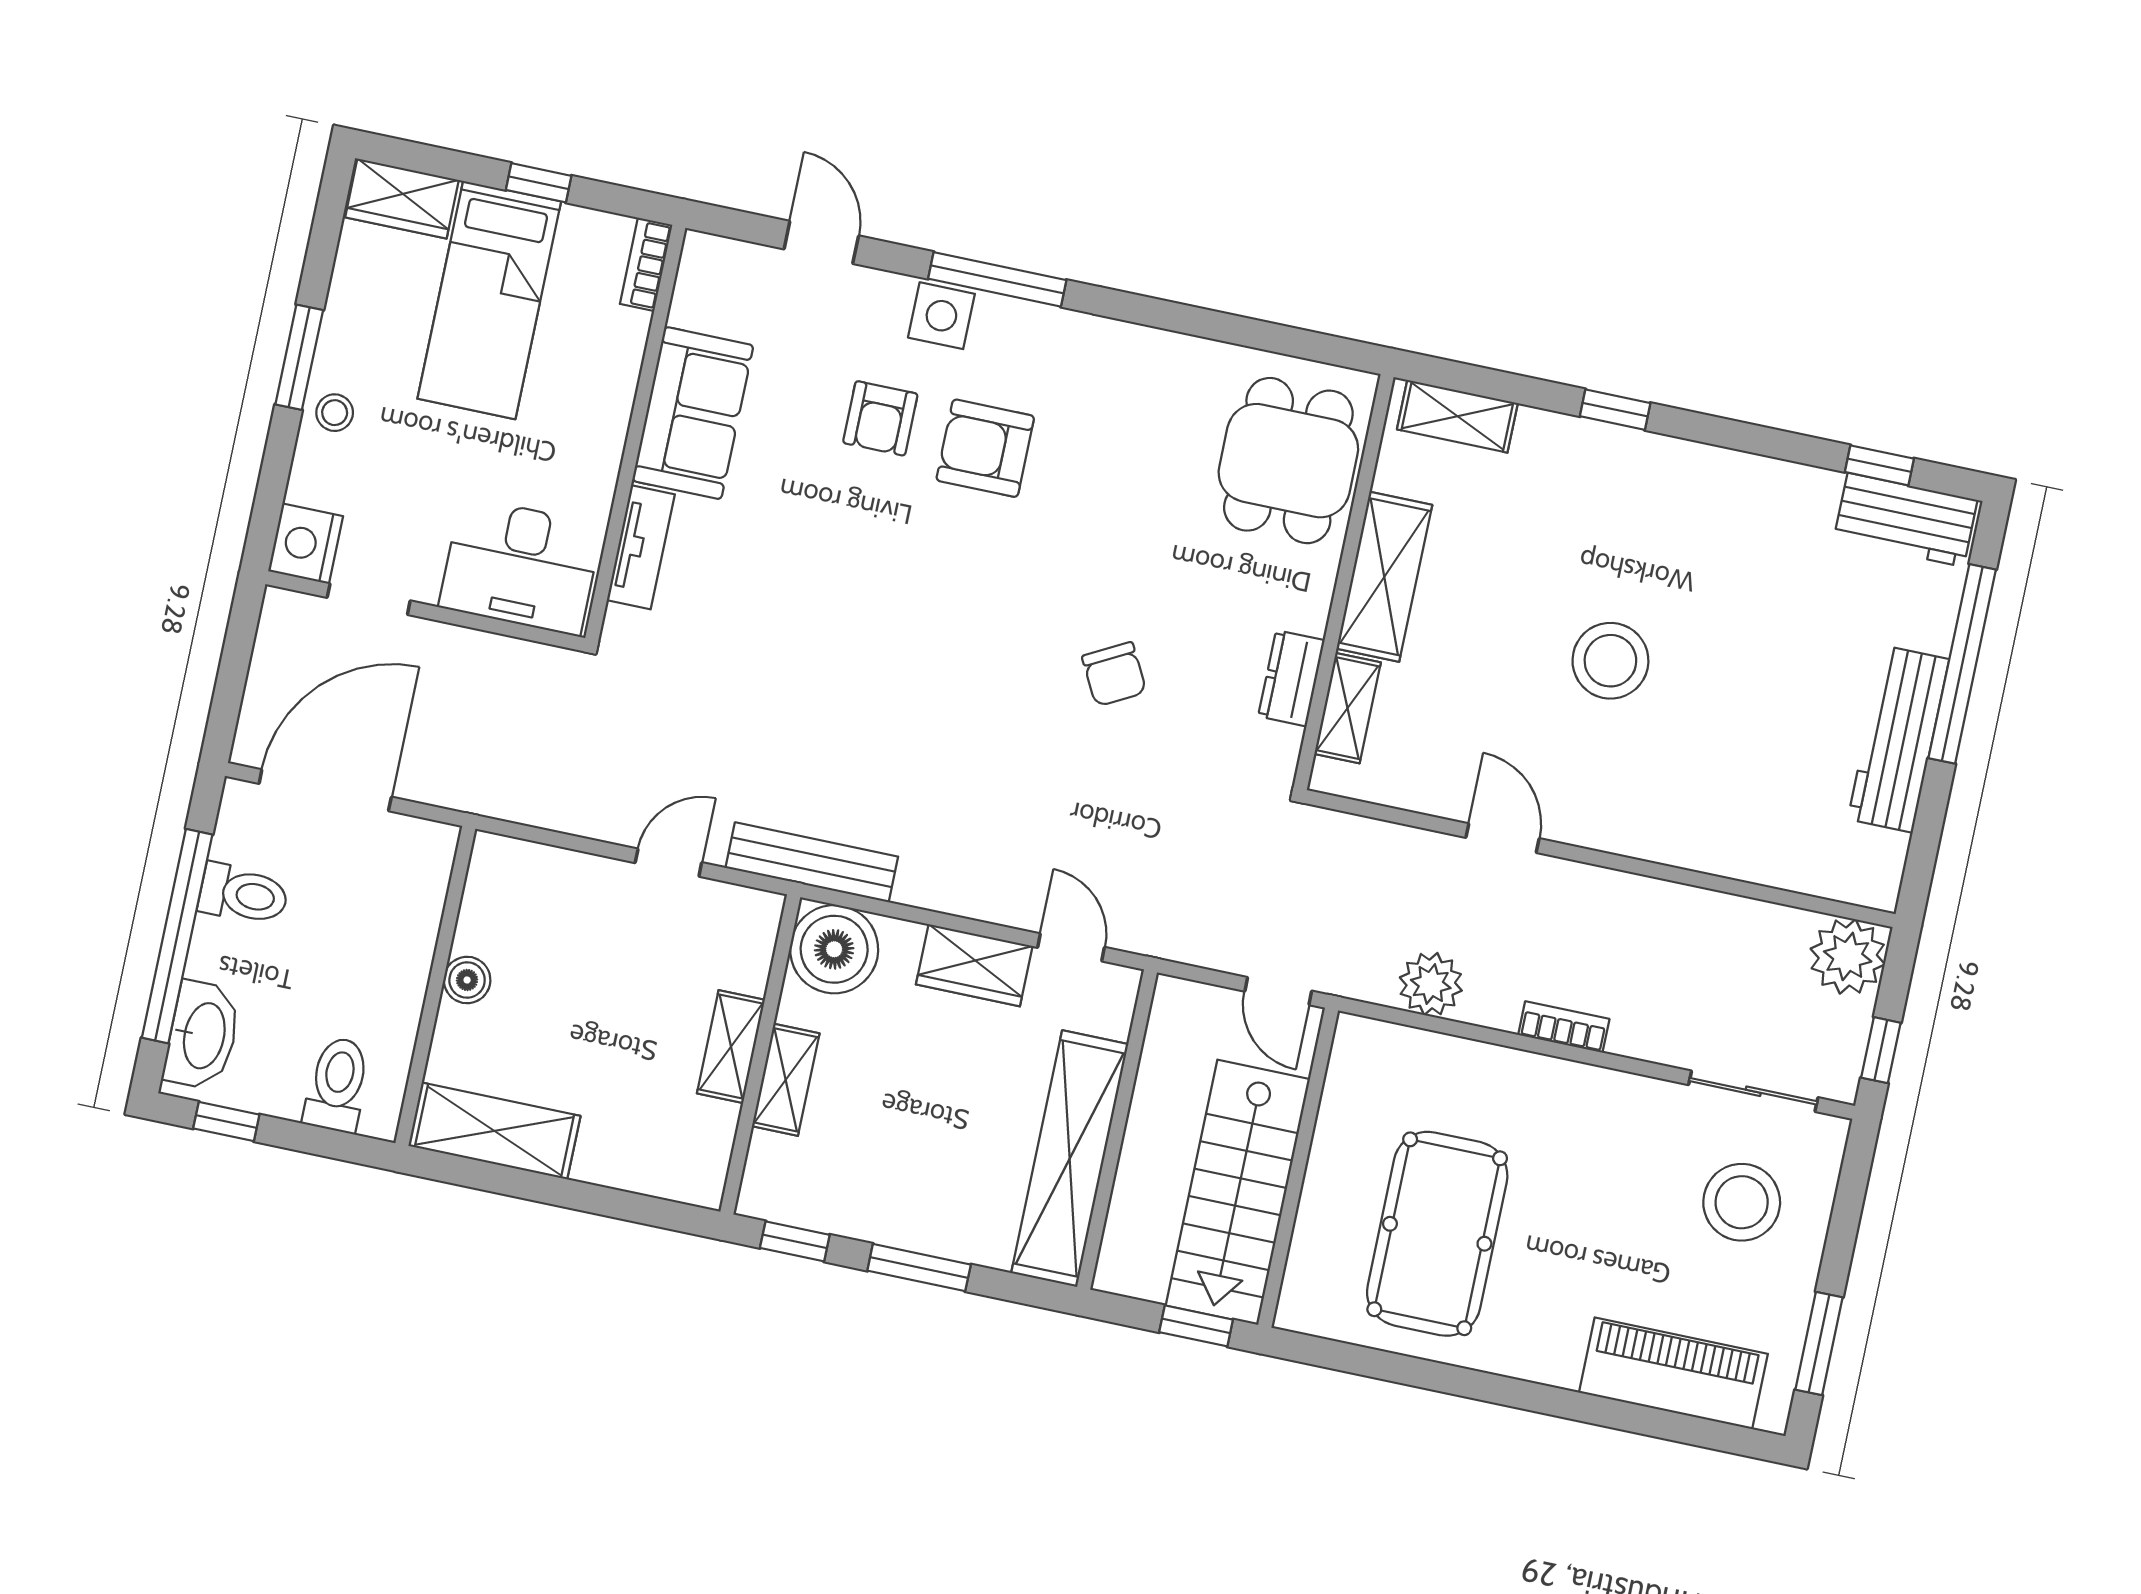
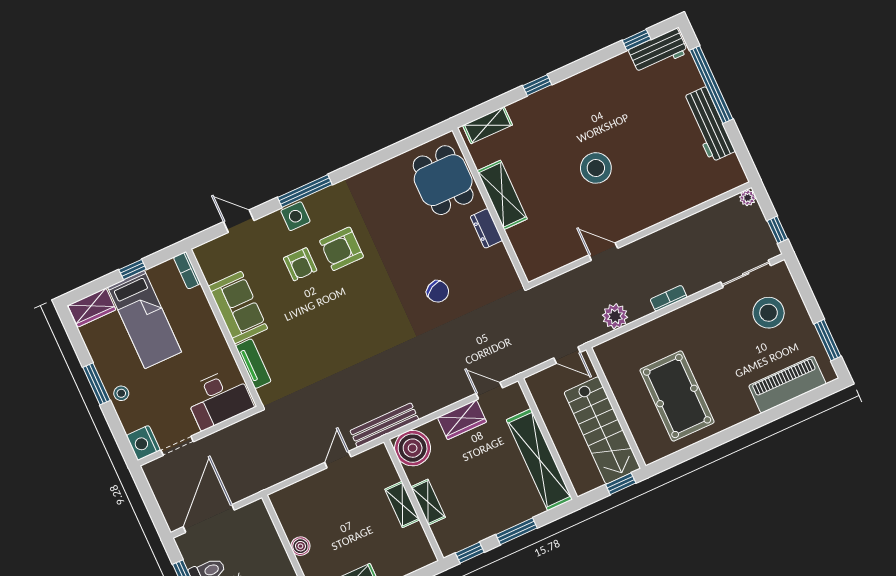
dresser: (1291, 678) -> (486, 228), moved
shelving: (1348, 708) -> (522, 246), removed
plant: (1848, 956) -> (748, 198), width x0.53, depth x0.53

